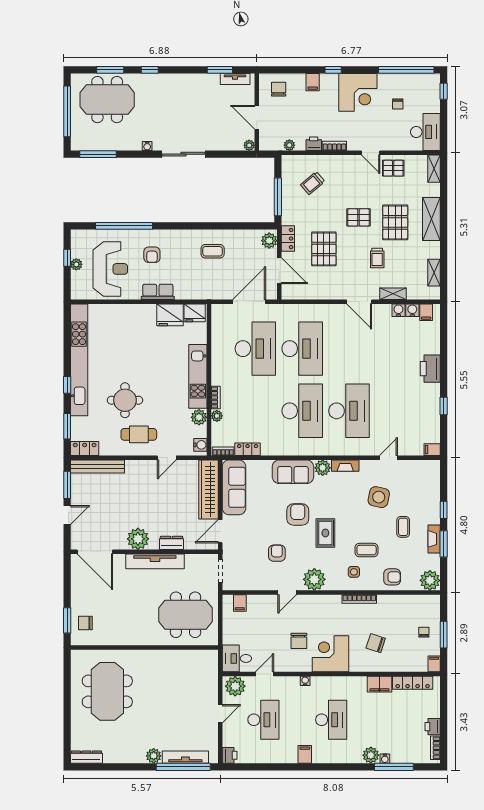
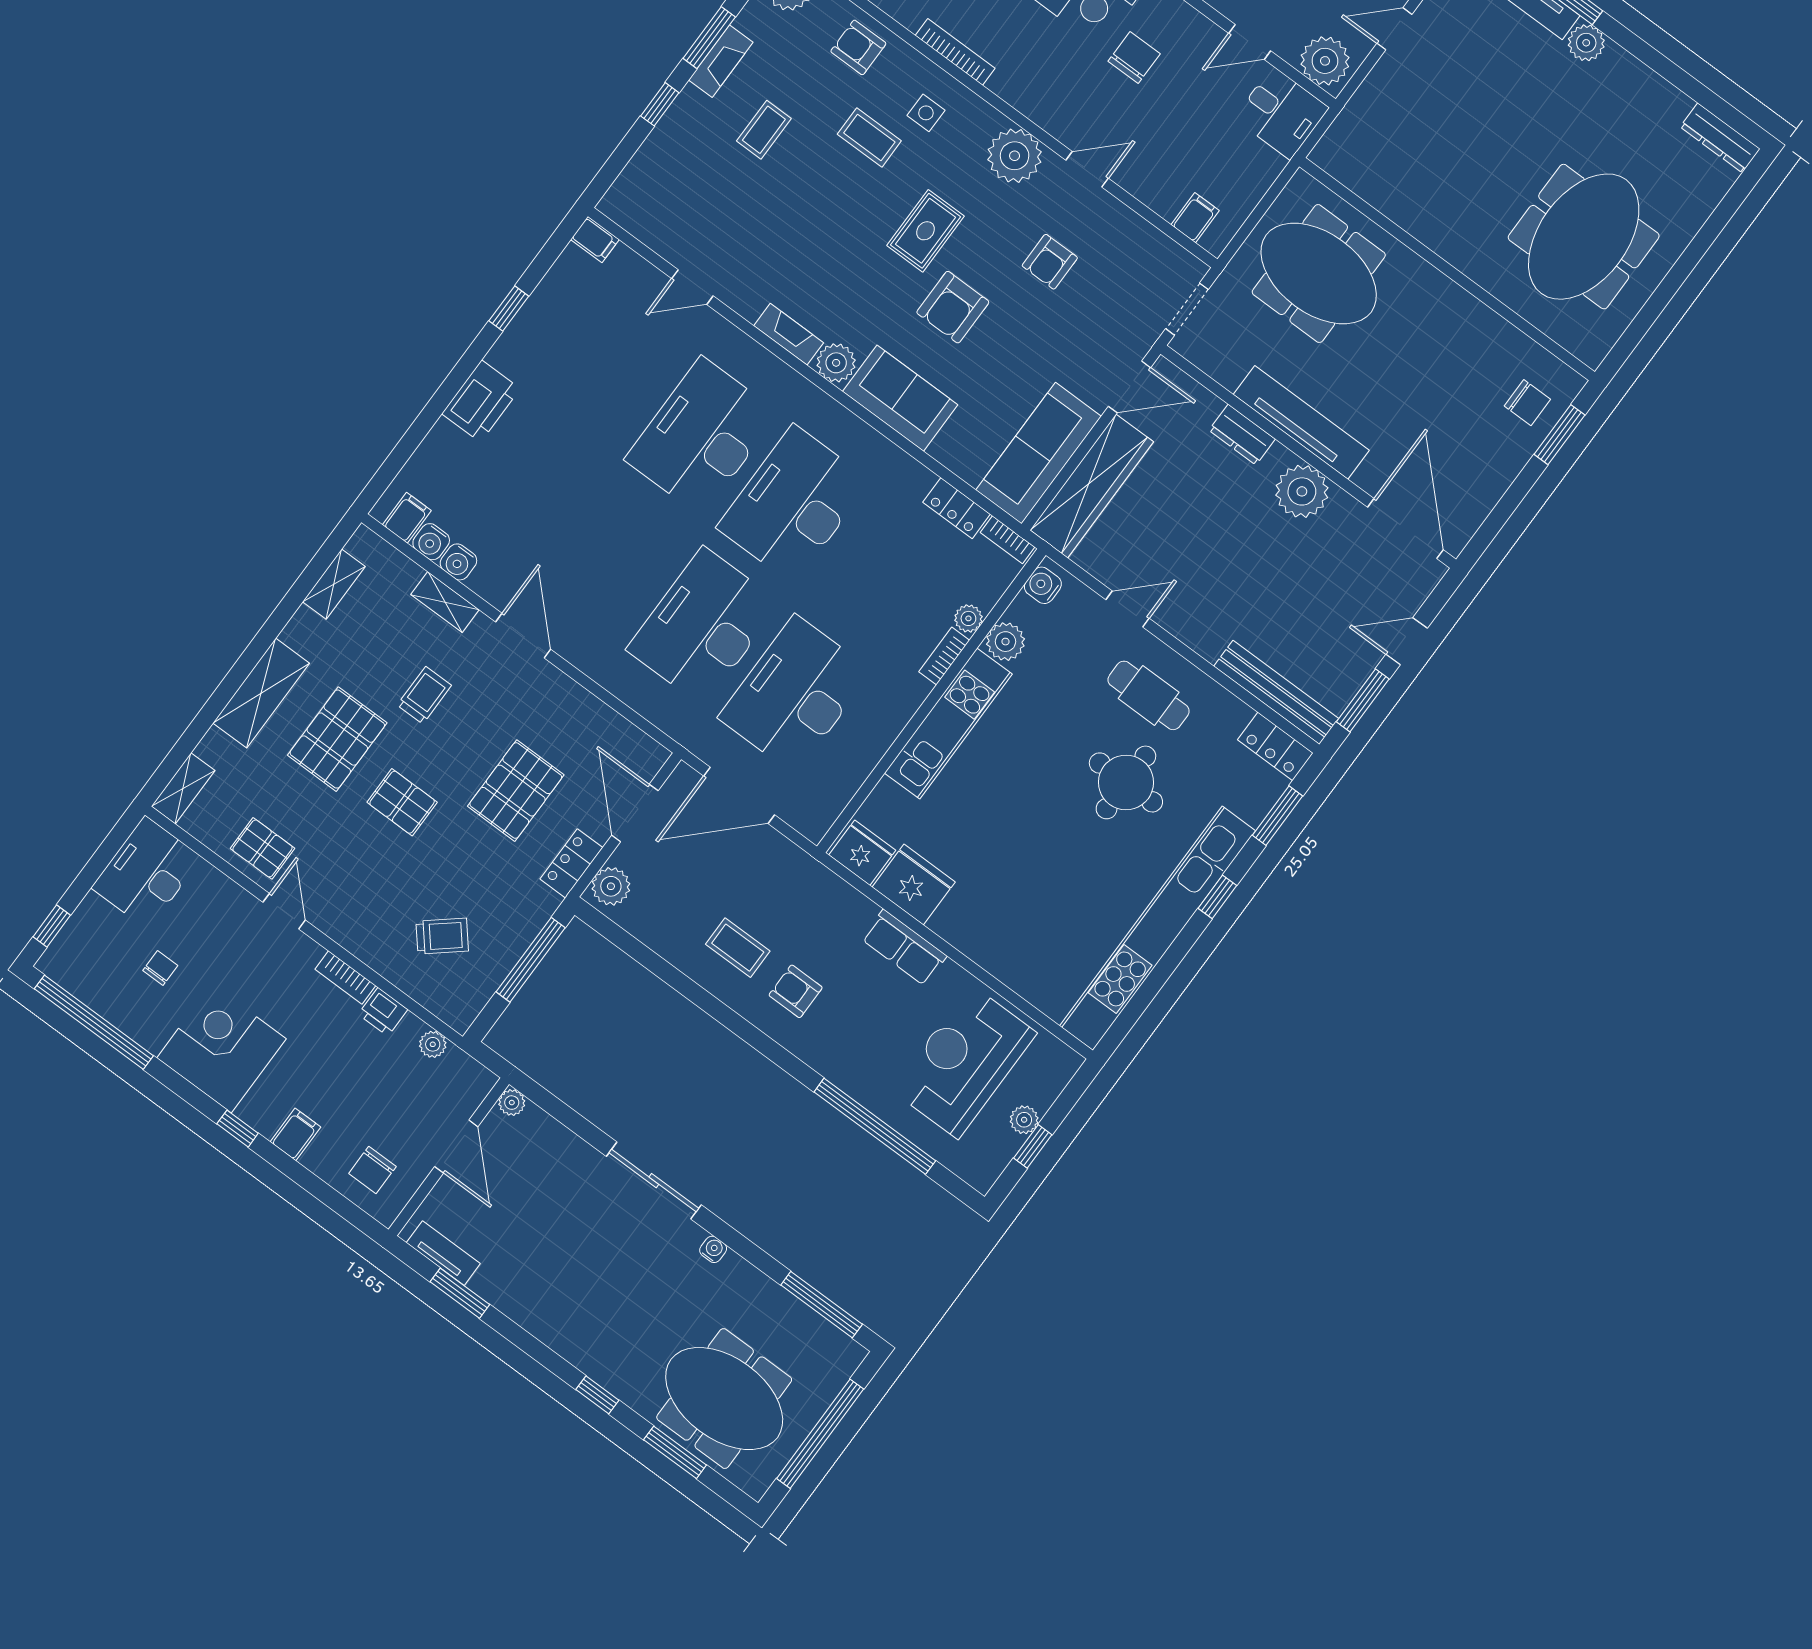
armchair: (152, 255) -> (796, 991), moved, turned -90
side table: (379, 497) -> (769, 224), removed

